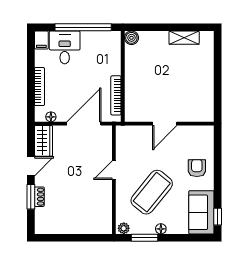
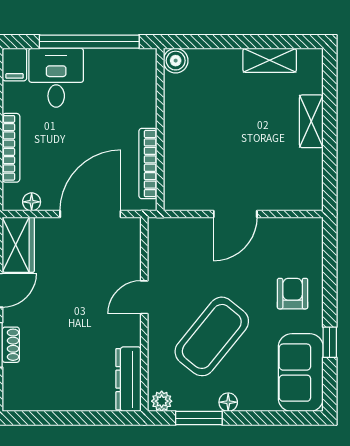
shelving: (207, 72) -> (311, 121), added
dresser: (105, 216) -> (128, 379), added
window: (218, 217) -> (330, 342), moved

